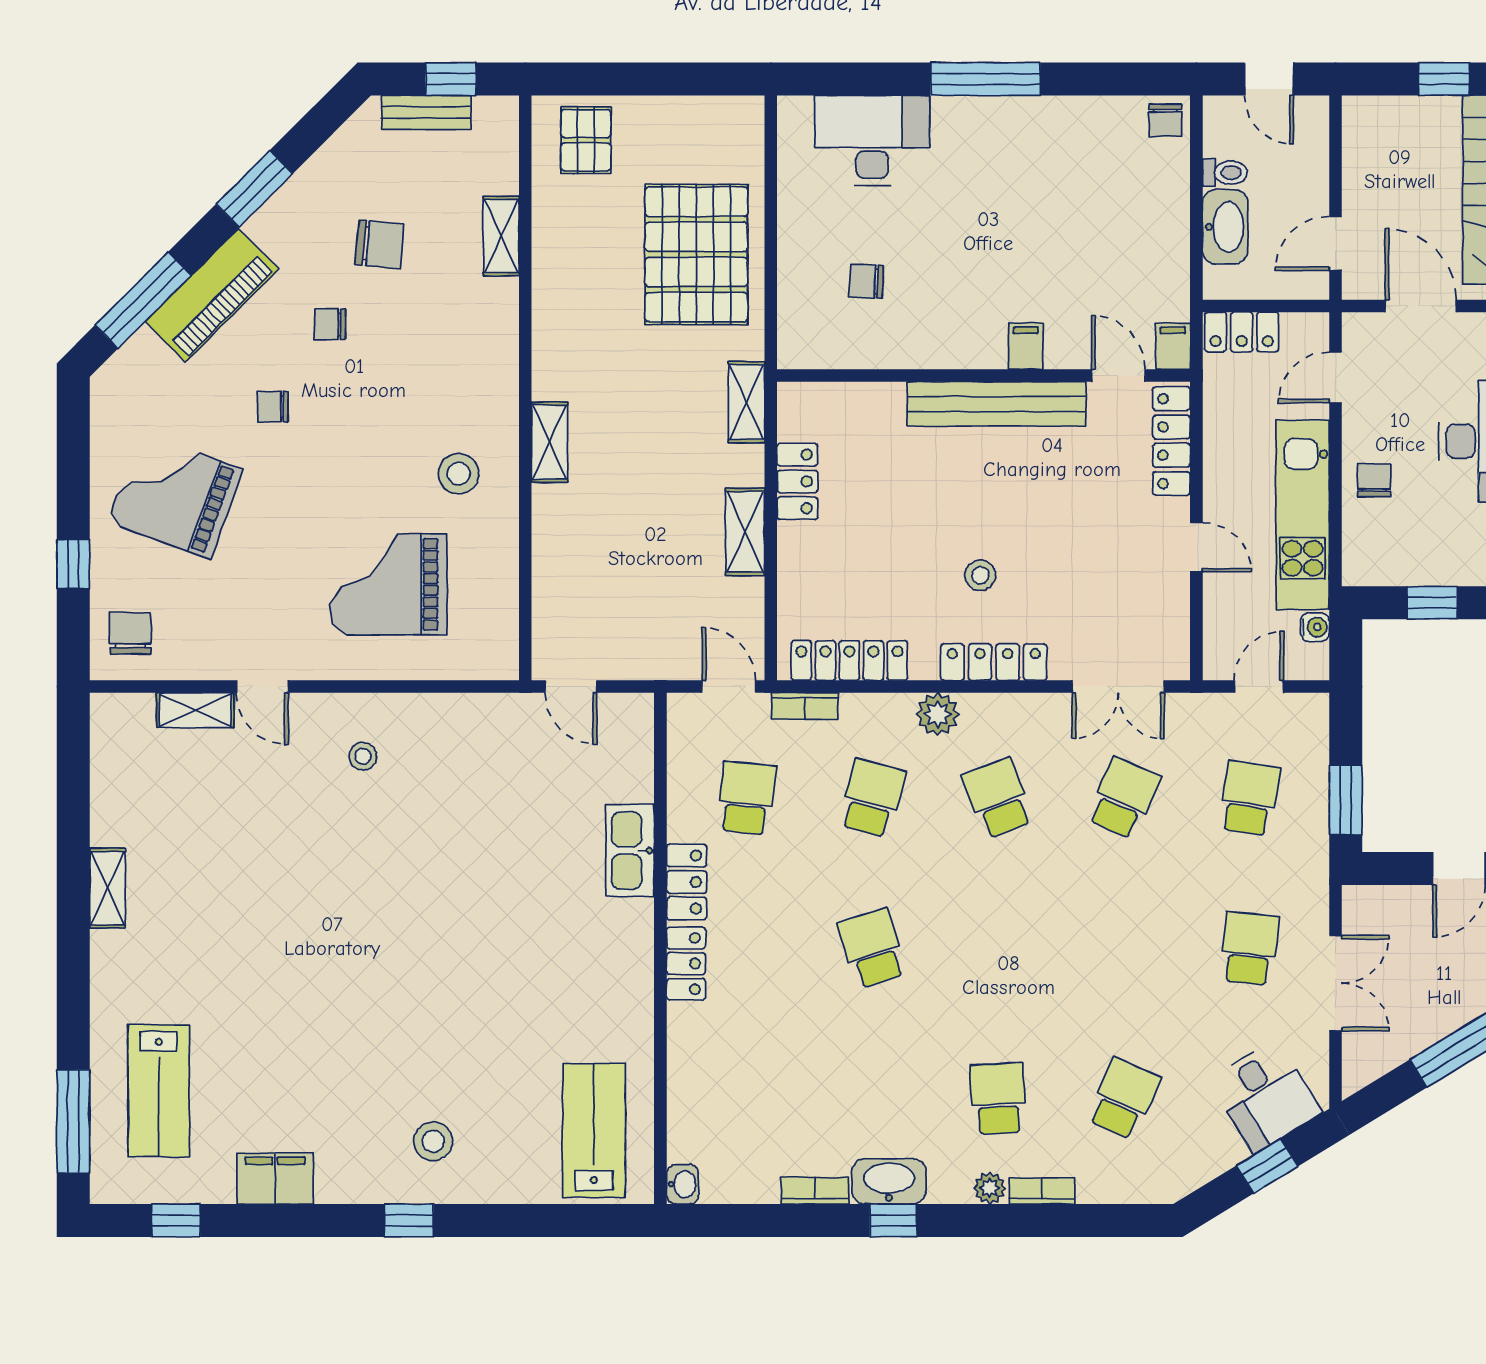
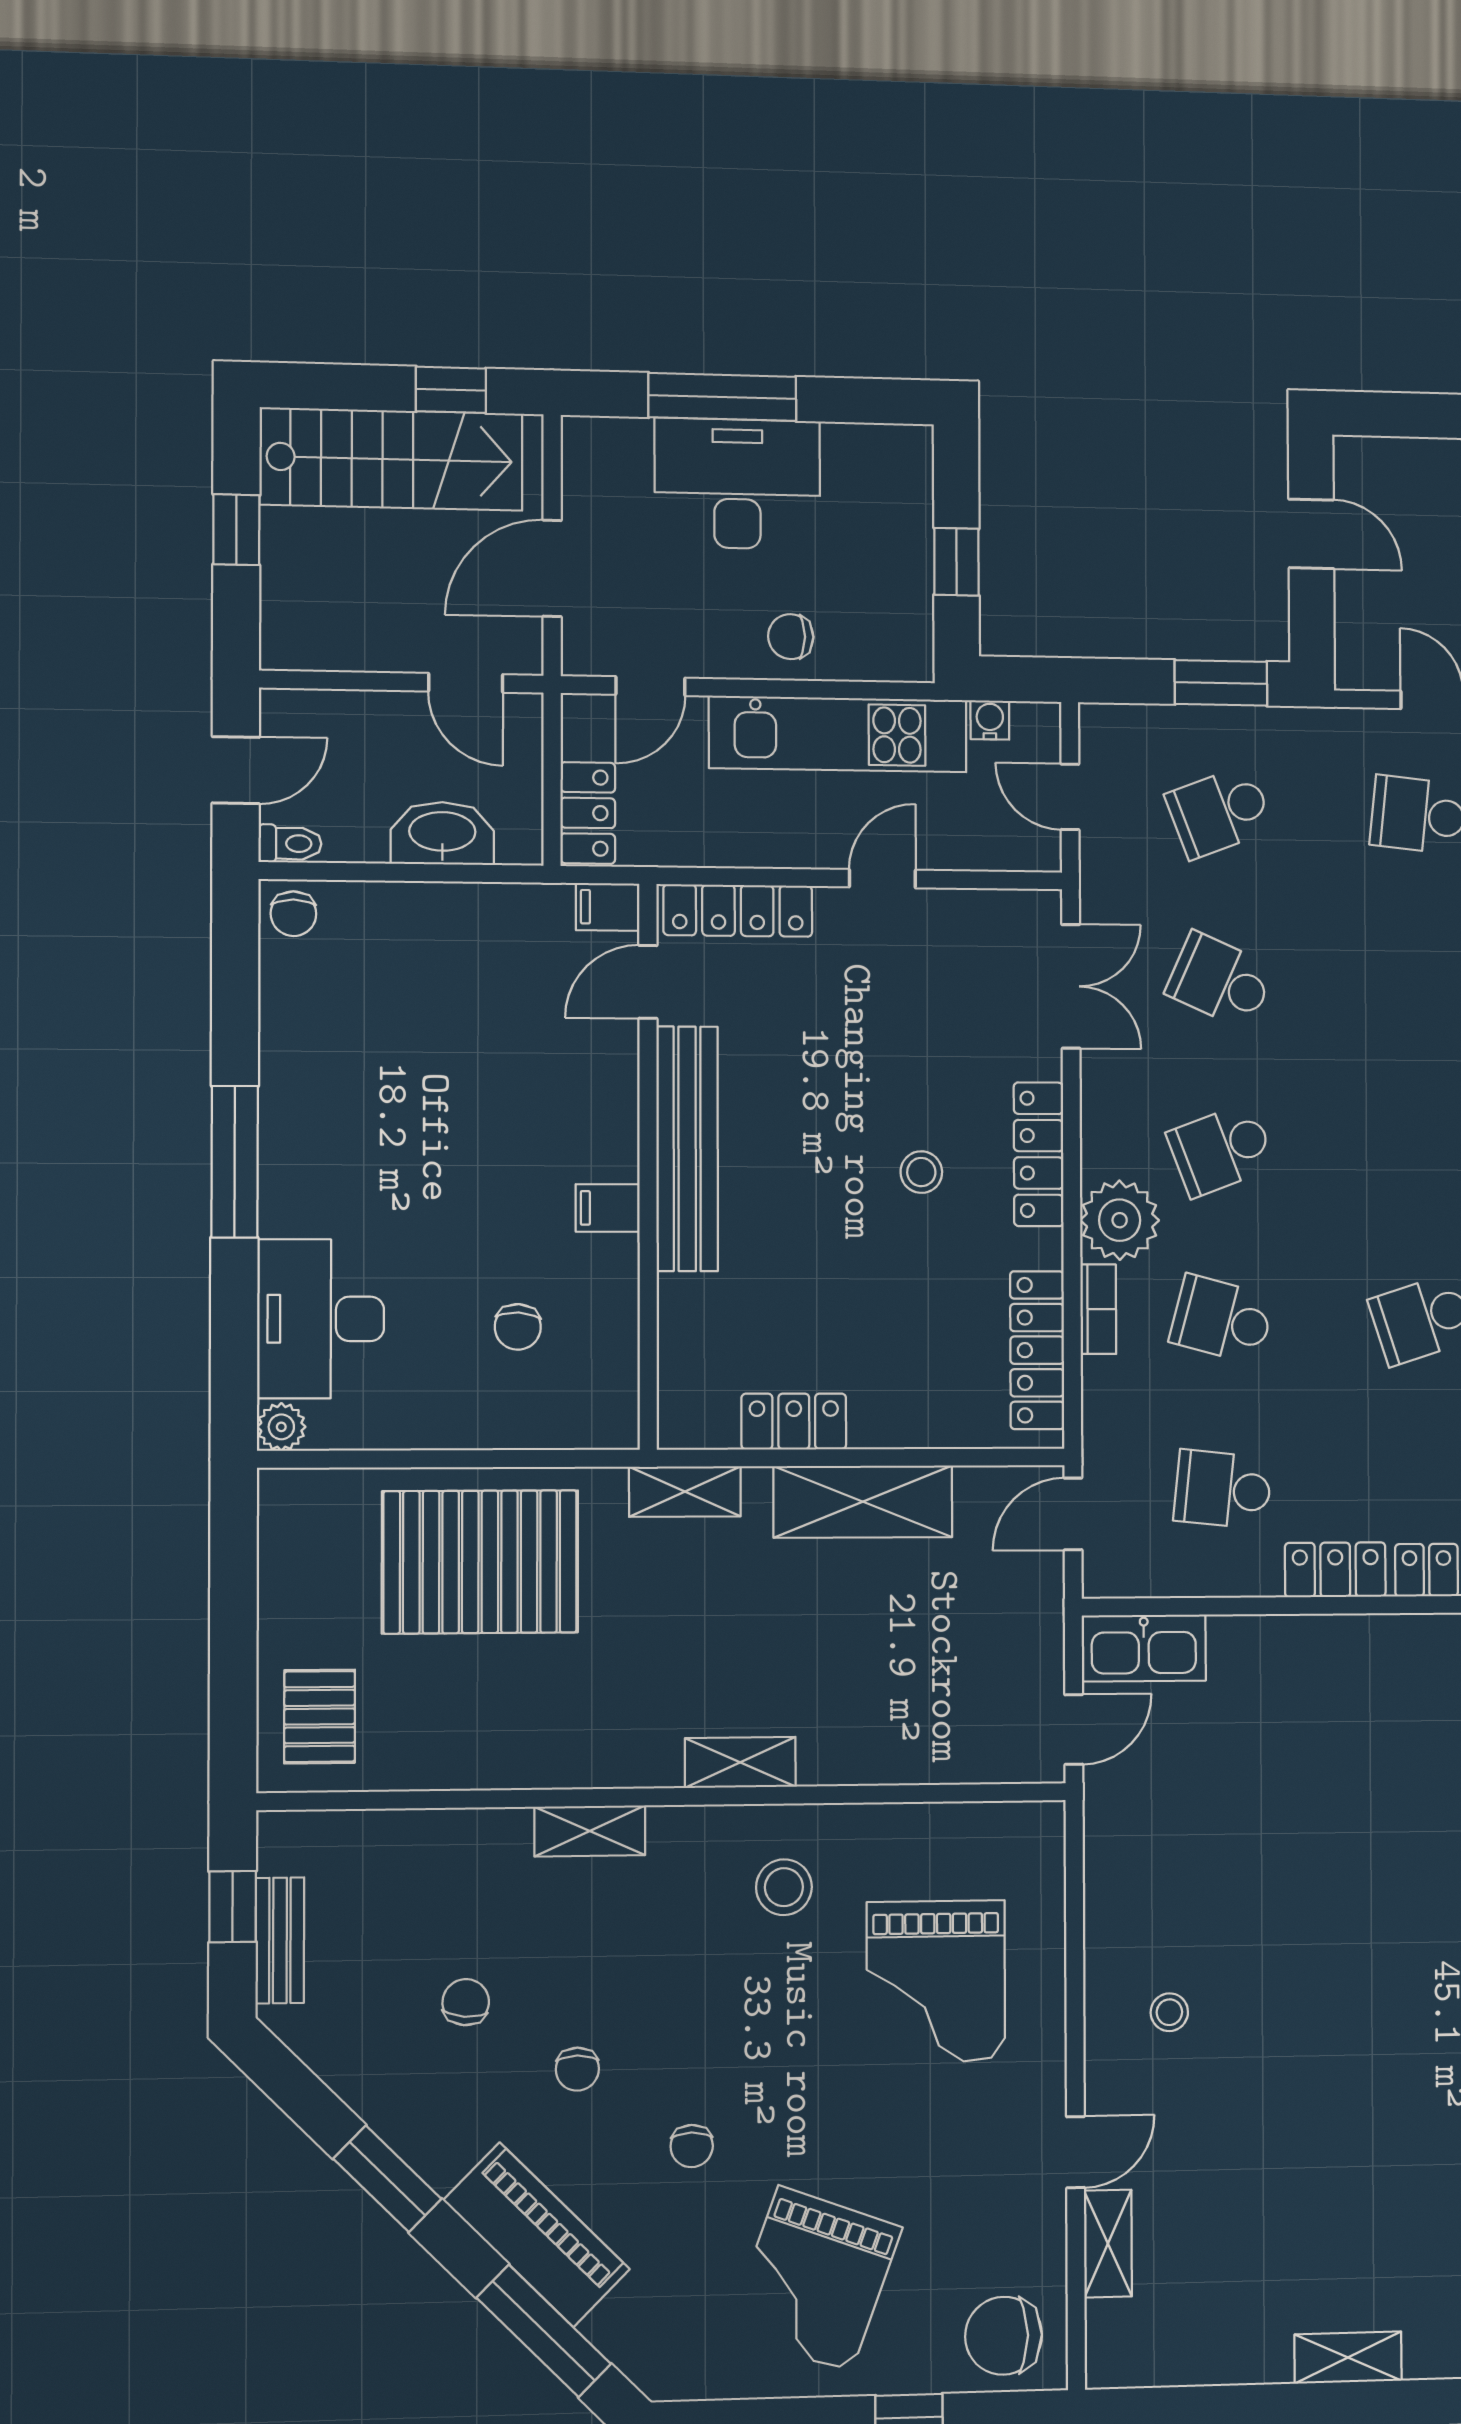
plant: (794, 113) -> (281, 1427), added
chair: (1165, 120) -> (293, 914), turned 90
pallet: (586, 140) -> (320, 1717), turned 90
toilet: (1225, 173) -> (290, 843), moved, turned 90
shelving: (501, 236) -> (590, 1831), moved
chair: (380, 244) -> (466, 2002), width x0.73, depth x0.73
filing cabinet: (1026, 346) -> (608, 1208), moved
door: (1335, 377) -> (650, 686), hinge flipped
shelving: (745, 532) -> (863, 1502), width x1.50, depth x1.33
chair: (130, 633) -> (1004, 2336), width x1.37, depth x1.37
bookcase: (805, 706) -> (1098, 1309), moved
plant: (938, 714) -> (1120, 1220), width x1.36, depth x1.36
school desk: (1249, 798) -> (1219, 812), turned -30
kitchen sink: (630, 850) -> (1144, 1648), moved

